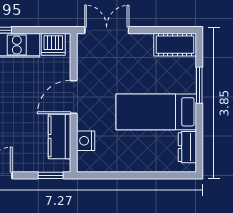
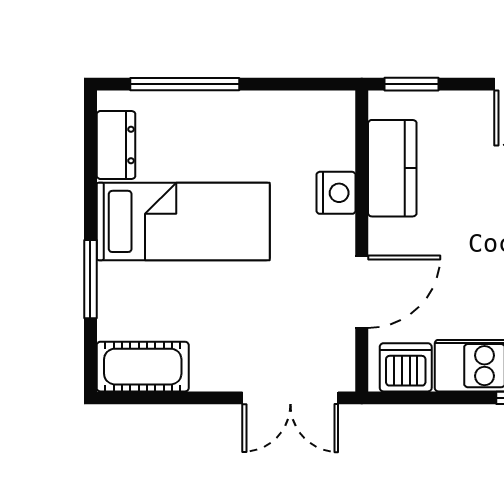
door: (74, 97) -> (362, 292), moved
nightstand: (86, 141) -> (336, 193), moved
window: (156, 175) -> (185, 84), added

